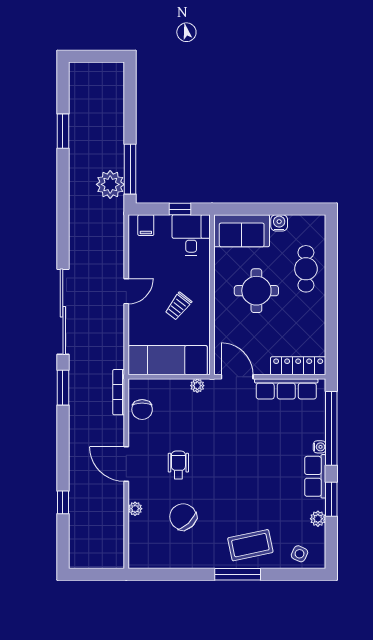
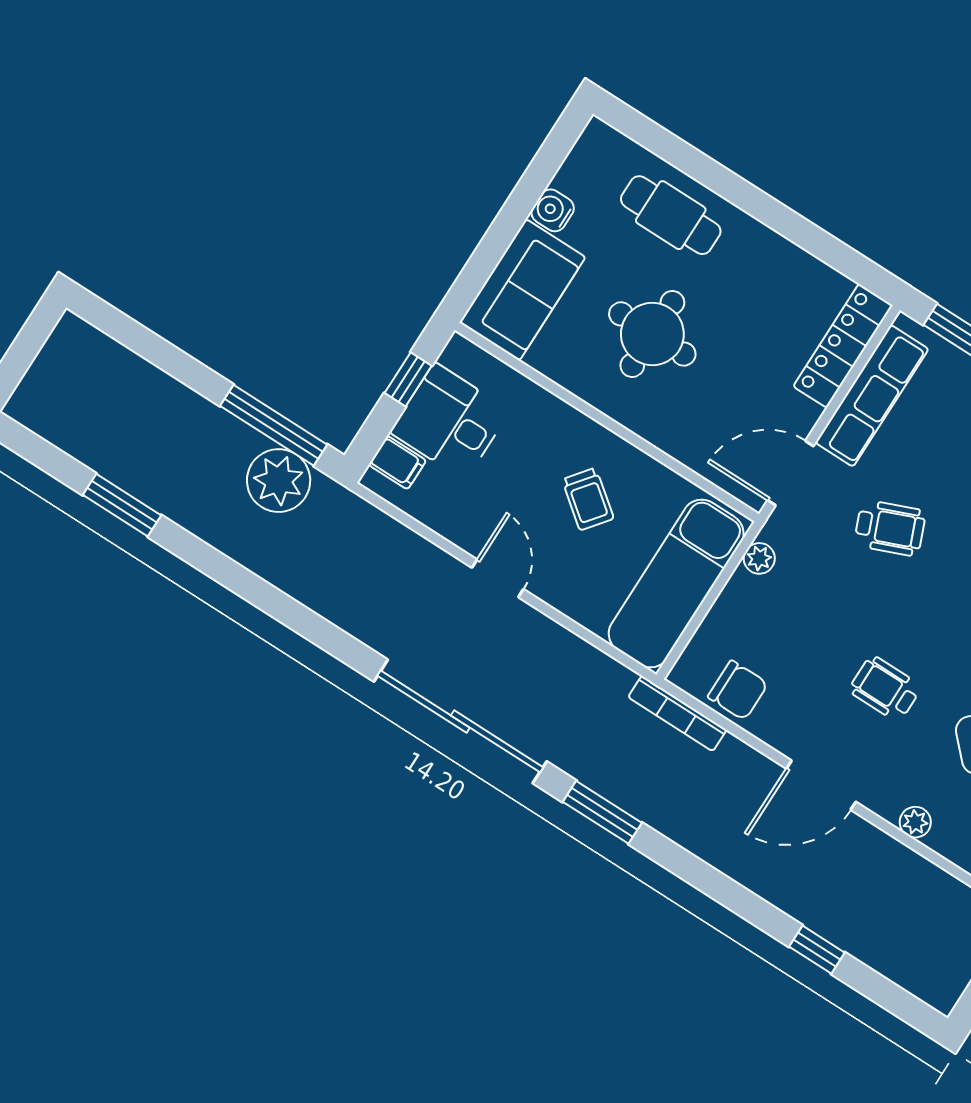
desk: (191, 235) -> (450, 421), moved
wheelchair: (240, 428) -> (890, 528), added

